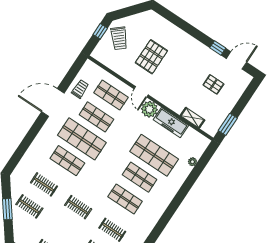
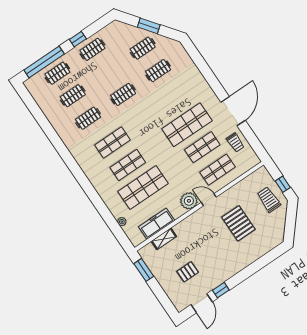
trolley: (119, 38) -> (269, 200), turned 41
freezer: (171, 123) -> (157, 224), moved
shop shelf: (67, 161) -> (172, 102), removed

